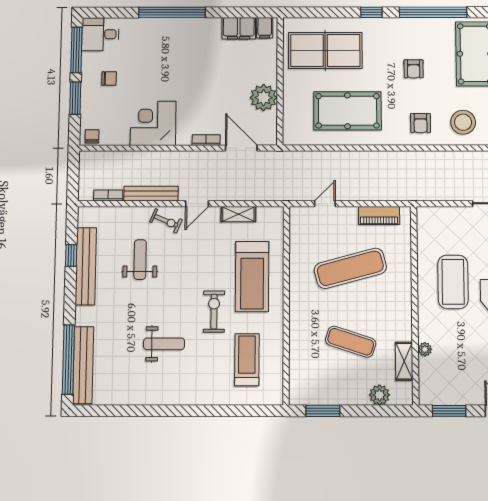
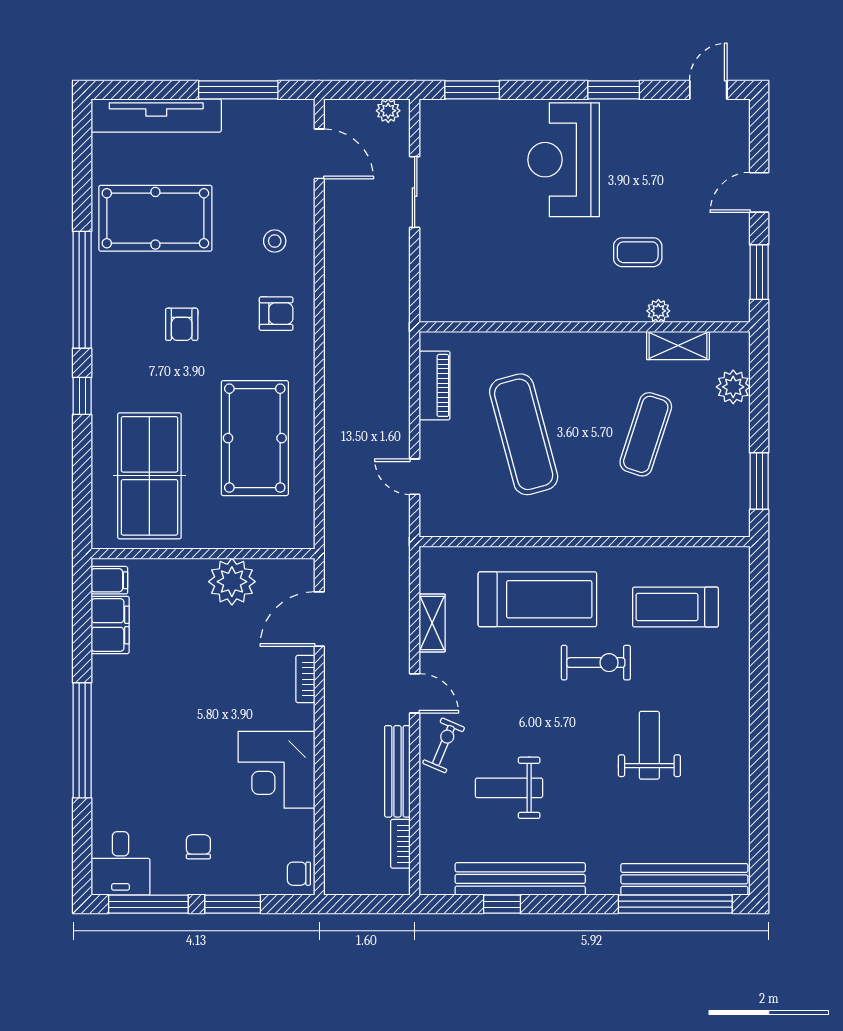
armchair: (414, 69) -> (182, 324), turned 90
stool: (463, 122) -> (275, 241), width x0.53, depth x0.53
coffee table: (453, 282) -> (638, 252), moved, width x0.54, depth x0.58
exercise bike: (214, 312) -> (596, 663), turned 180

